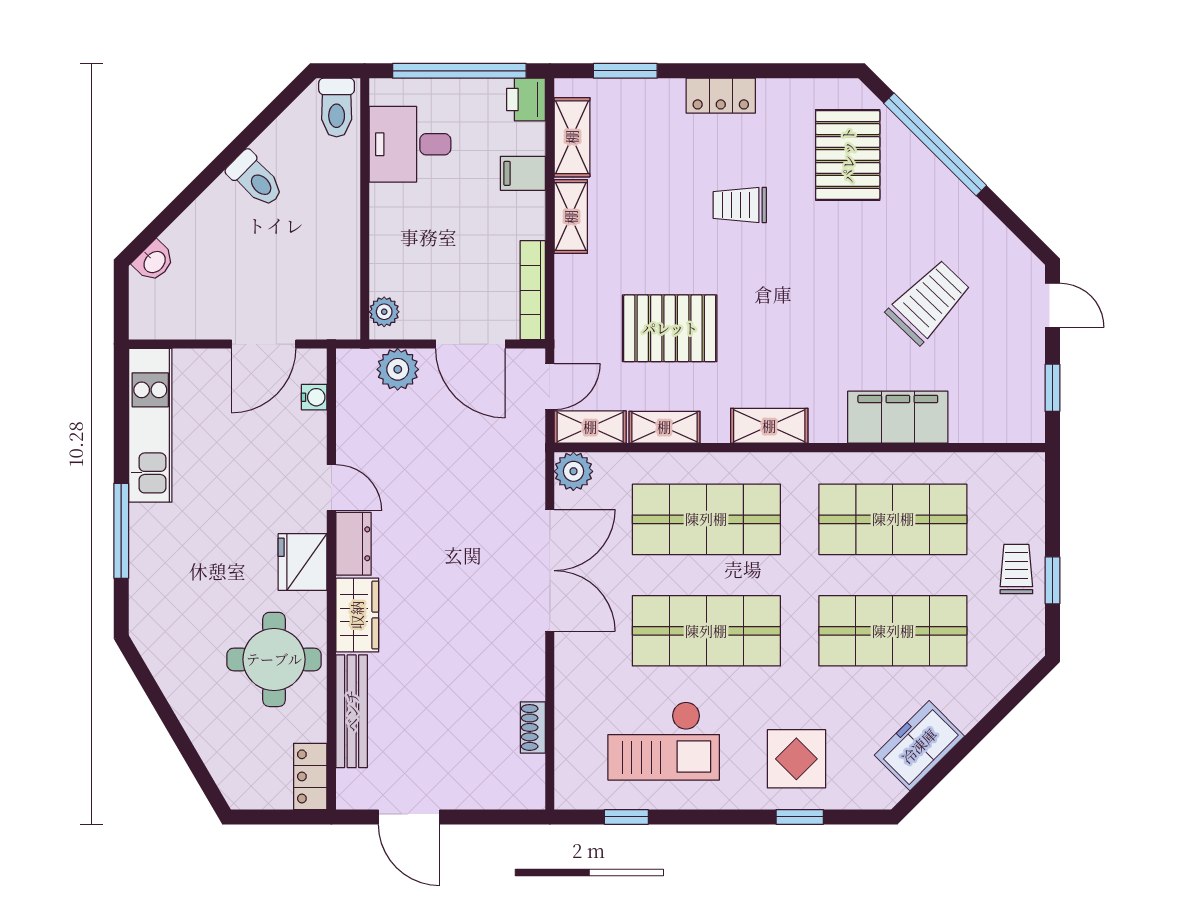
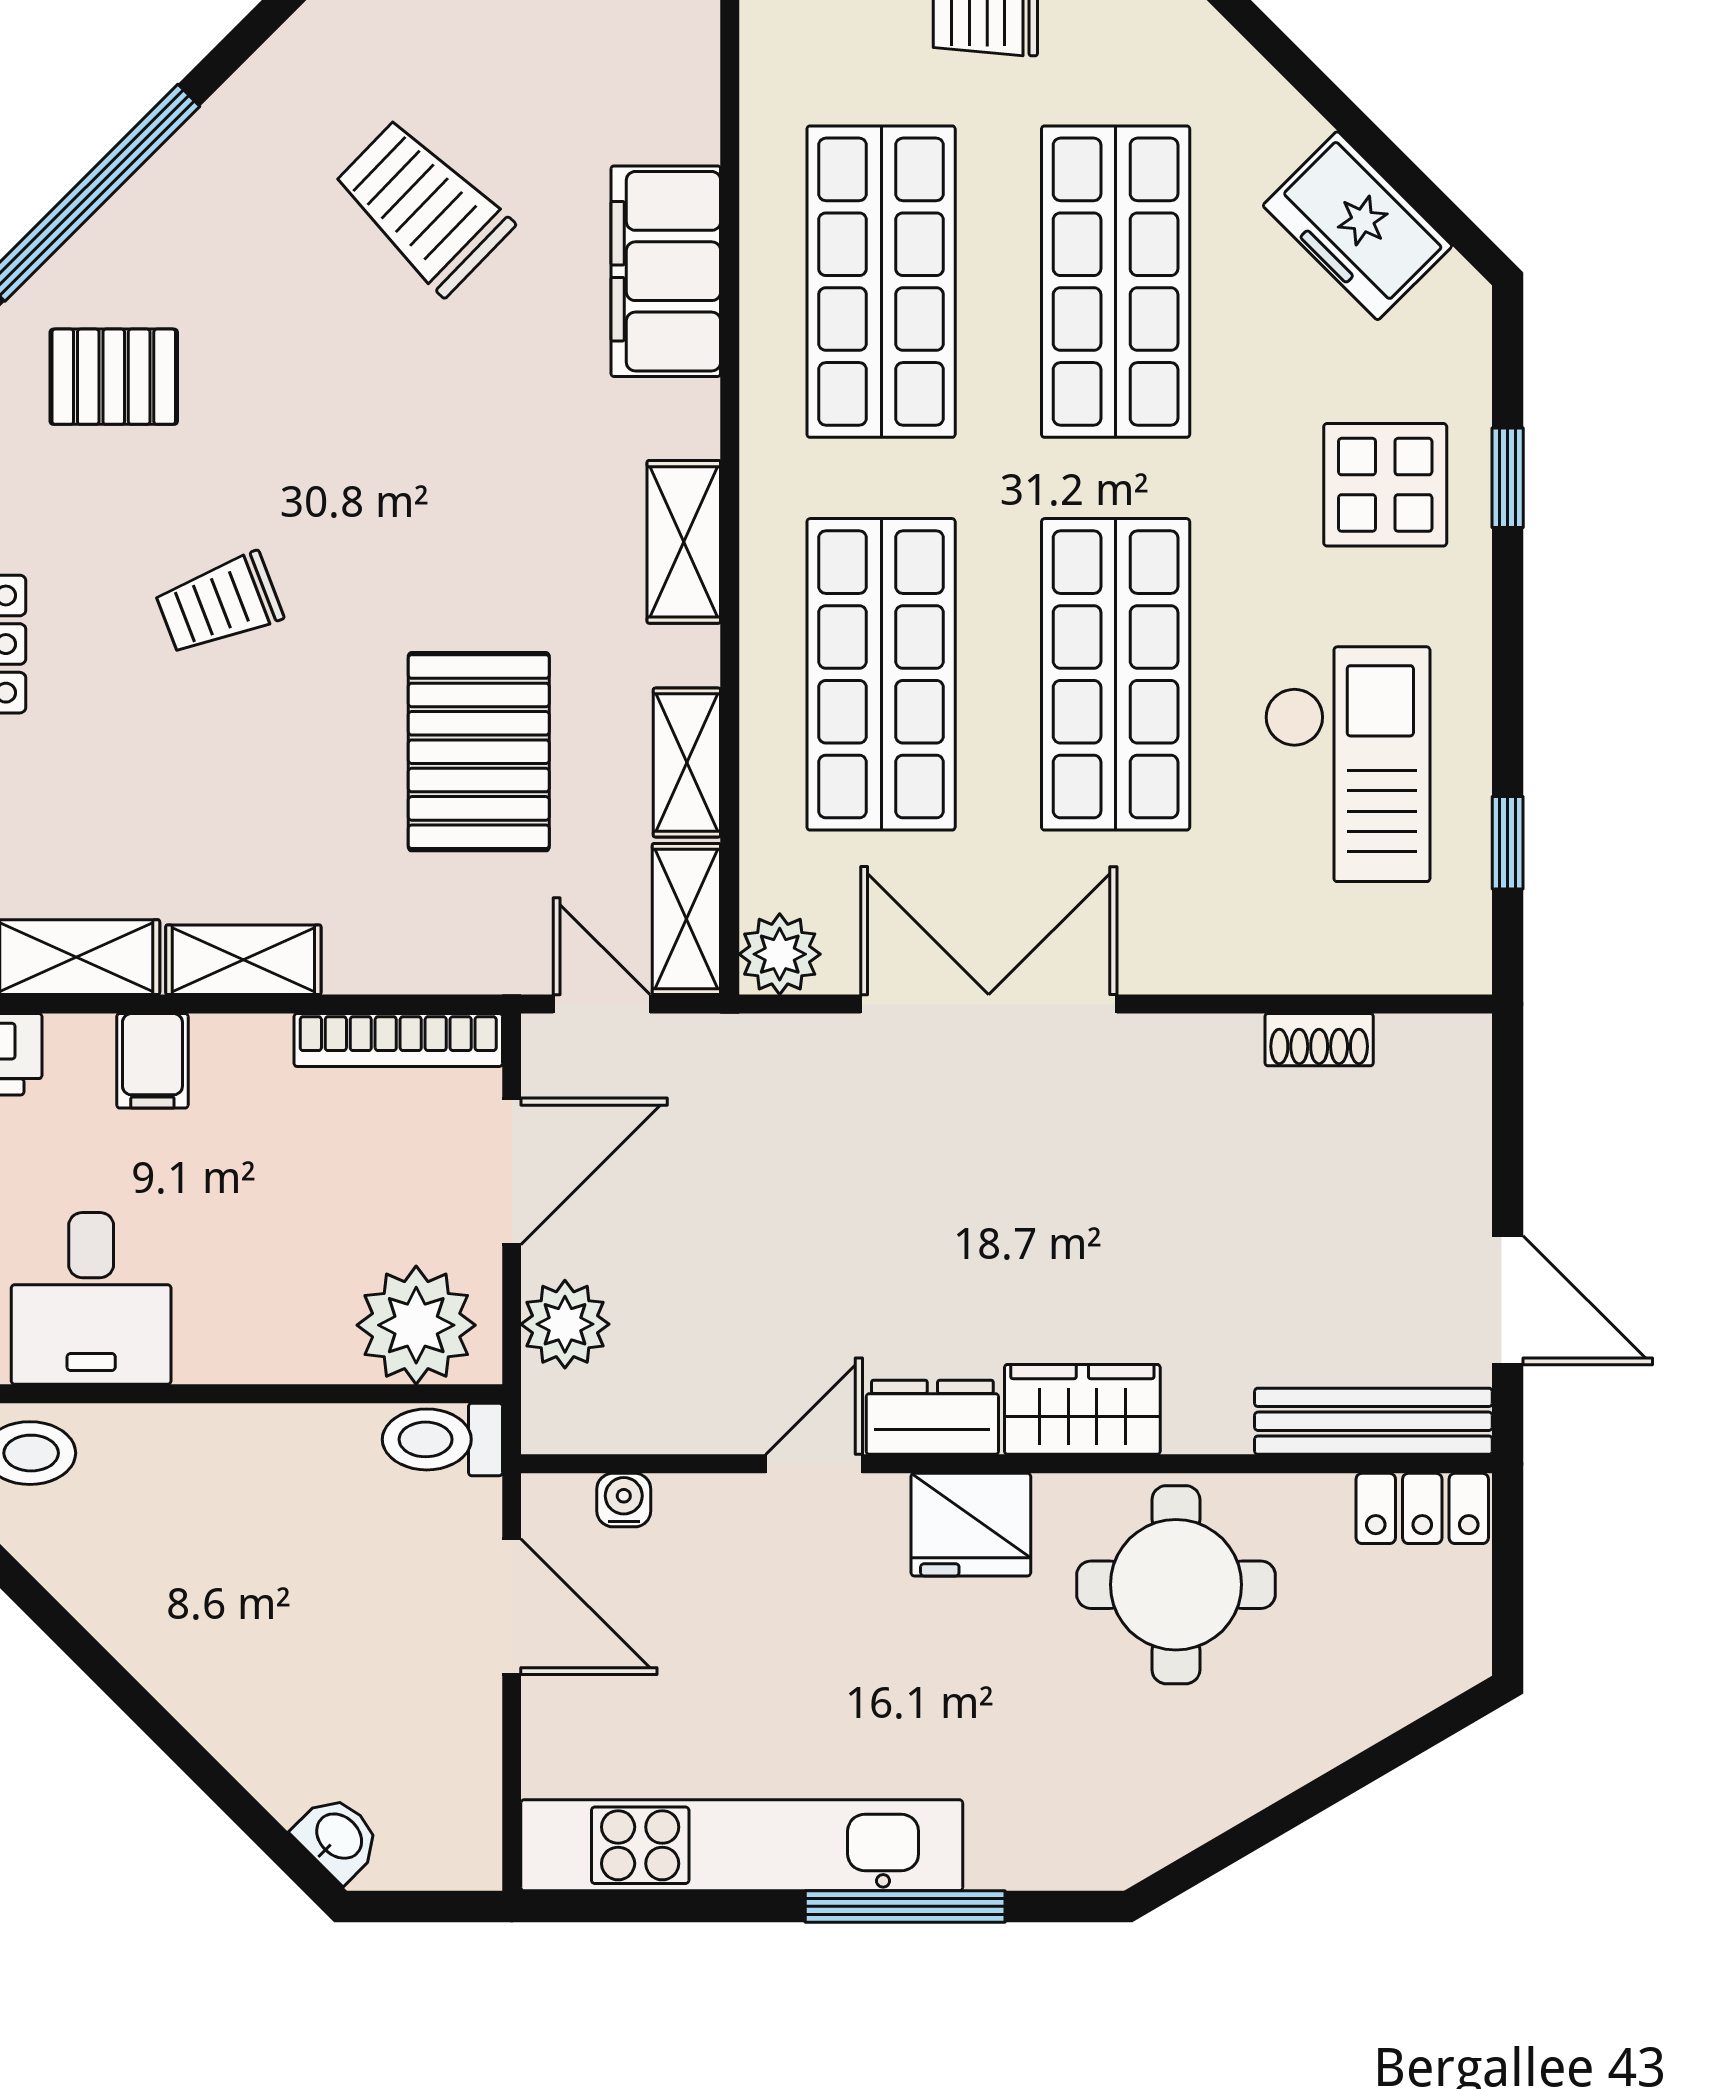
pallet: (848, 155) -> (114, 377), width x0.67, depth x0.71
toilet: (255, 179) -> (442, 1439), moved, turned -135
trolley: (740, 205) -> (219, 604), turned 69
plant: (384, 312) -> (416, 1325), width x1.87, depth x1.87
kitchen unit: (150, 425) -> (742, 1845), width x1.36
bench: (352, 711) -> (1373, 1421), moved
door: (409, 817) -> (1508, 1300), hinge flipped

